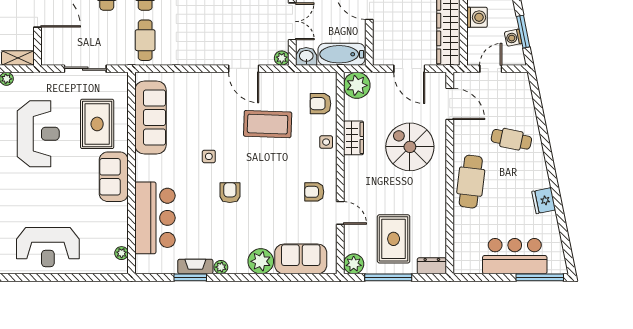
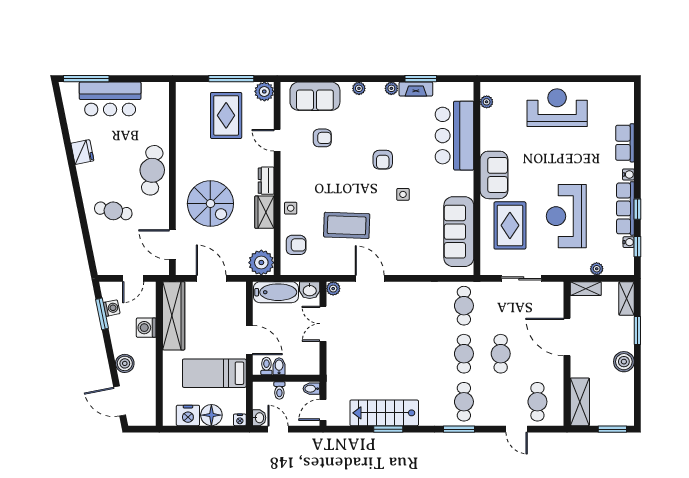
armchair: (314, 192) -> (322, 138), moved
plant: (261, 261) -> (359, 88), width x0.53, depth x0.53
dresser: (432, 266) -> (266, 181), moved, turned 90

